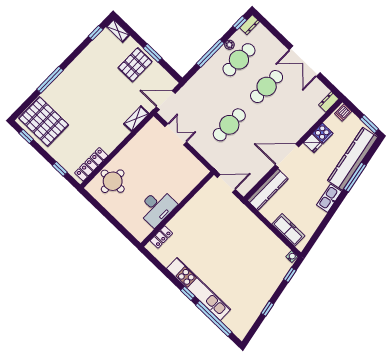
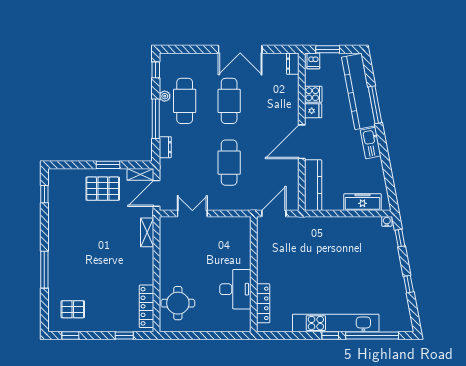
dresser: (250, 25) -> (165, 147), moved
shelving: (118, 31) -> (140, 174), moved
pallet: (135, 65) -> (103, 189), turned 90
pallet: (44, 122) -> (73, 309), width x0.49, depth x0.50
window: (369, 124) -> (328, 49), moved
locker: (161, 237) -> (263, 303), width x1.53

